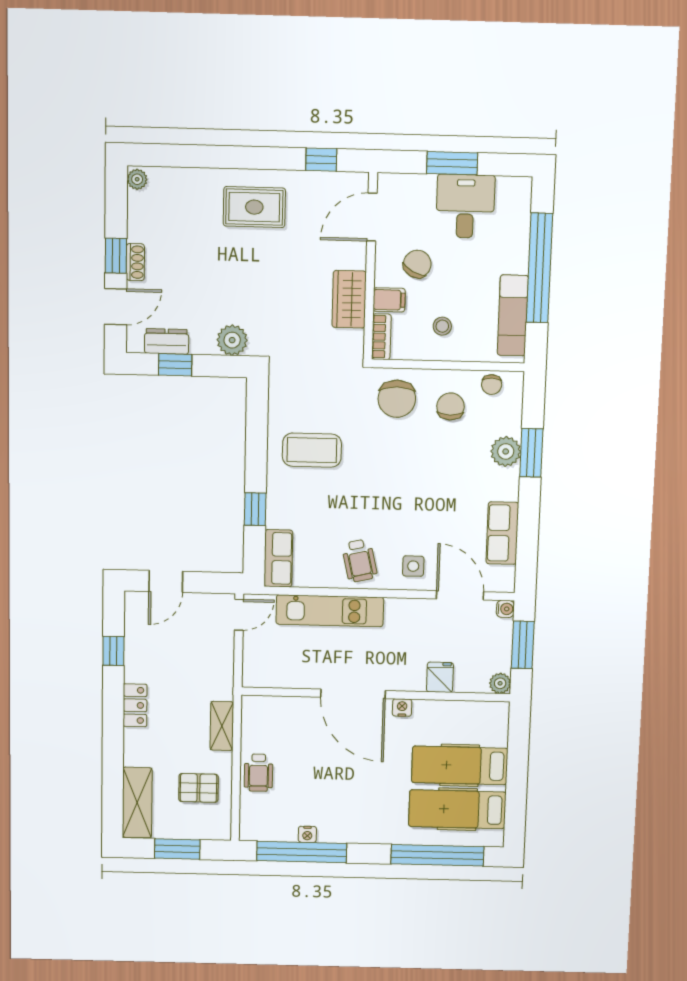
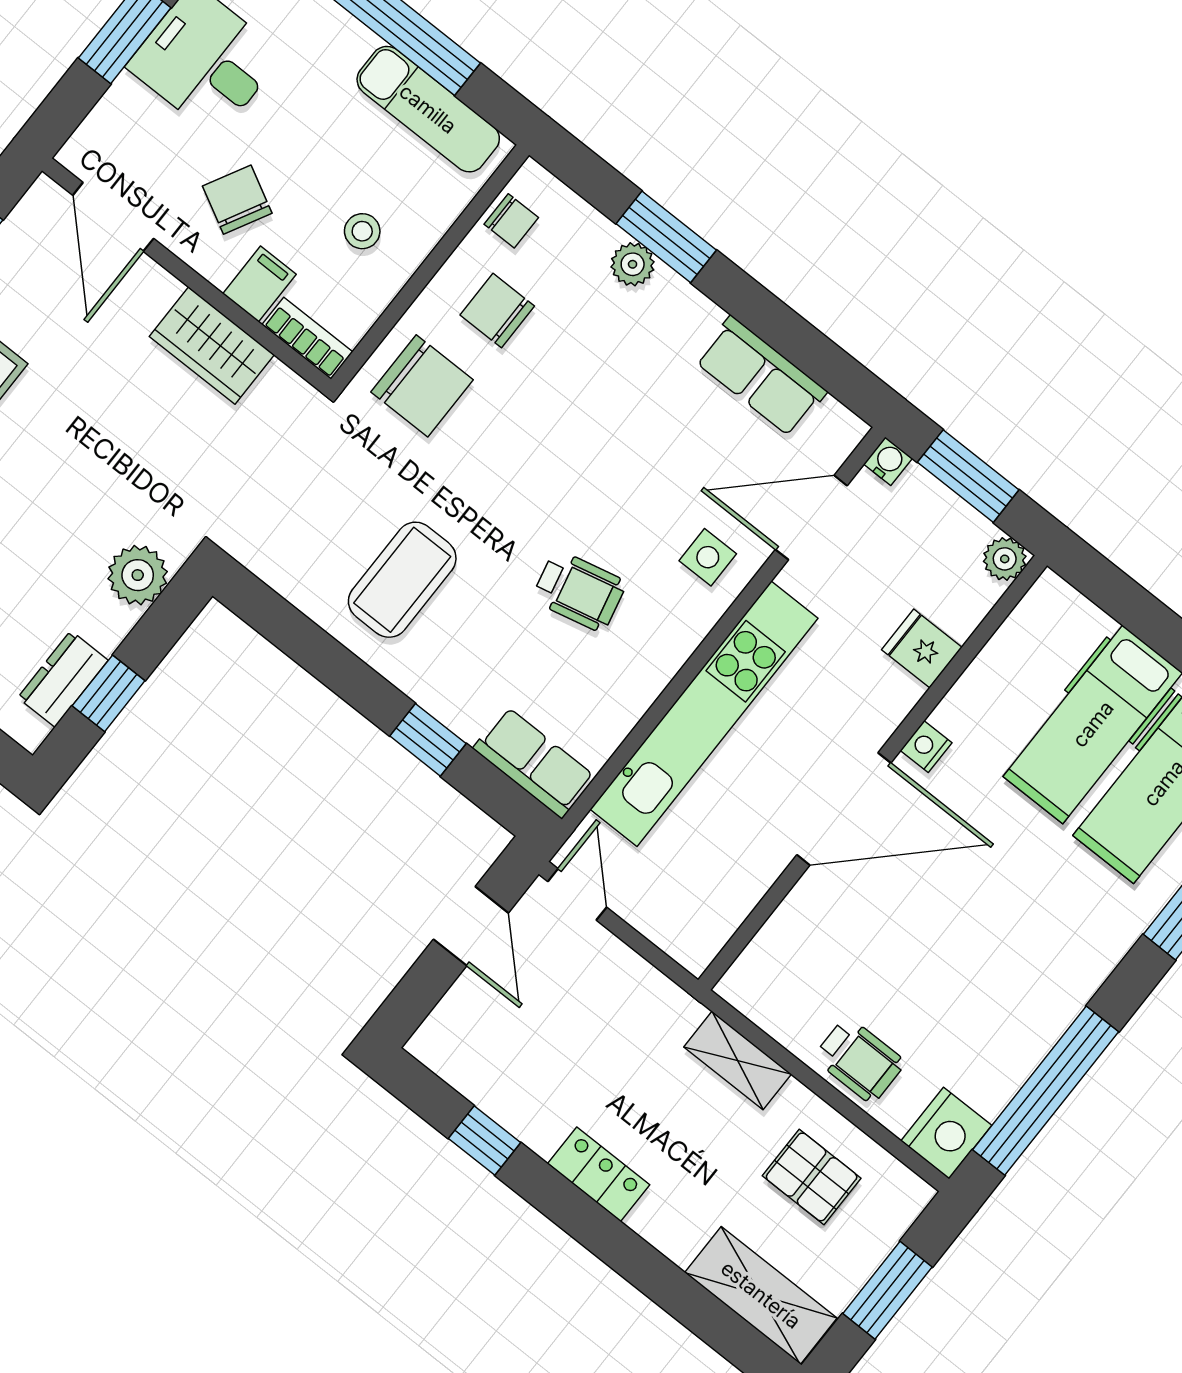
plant: (506, 451) -> (633, 264), width x0.73, depth x0.73
wheelchair: (360, 561) -> (579, 591), moved
door: (166, 581) -> (471, 926), moved
kitchen unit: (330, 611) -> (704, 714), width x1.36
pallet: (198, 788) -> (812, 1177), turned 90
nightstand: (307, 834) -> (946, 1133), moved, width x1.89, depth x1.79

